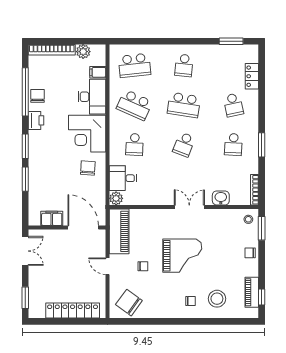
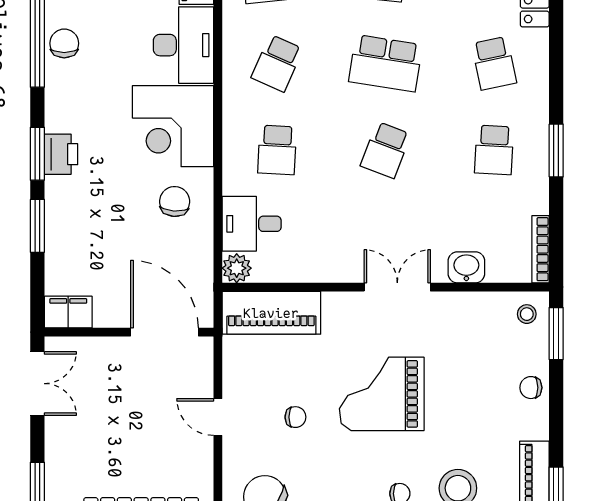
school desk: (135, 105) -> (277, 63), width x0.54
printer: (36, 120) -> (61, 154), moved
filing cabinet: (52, 218) -> (68, 312), moved
piano: (119, 231) -> (271, 313), moved, turned 90
grand piano: (182, 256) -> (382, 394), turned 180

